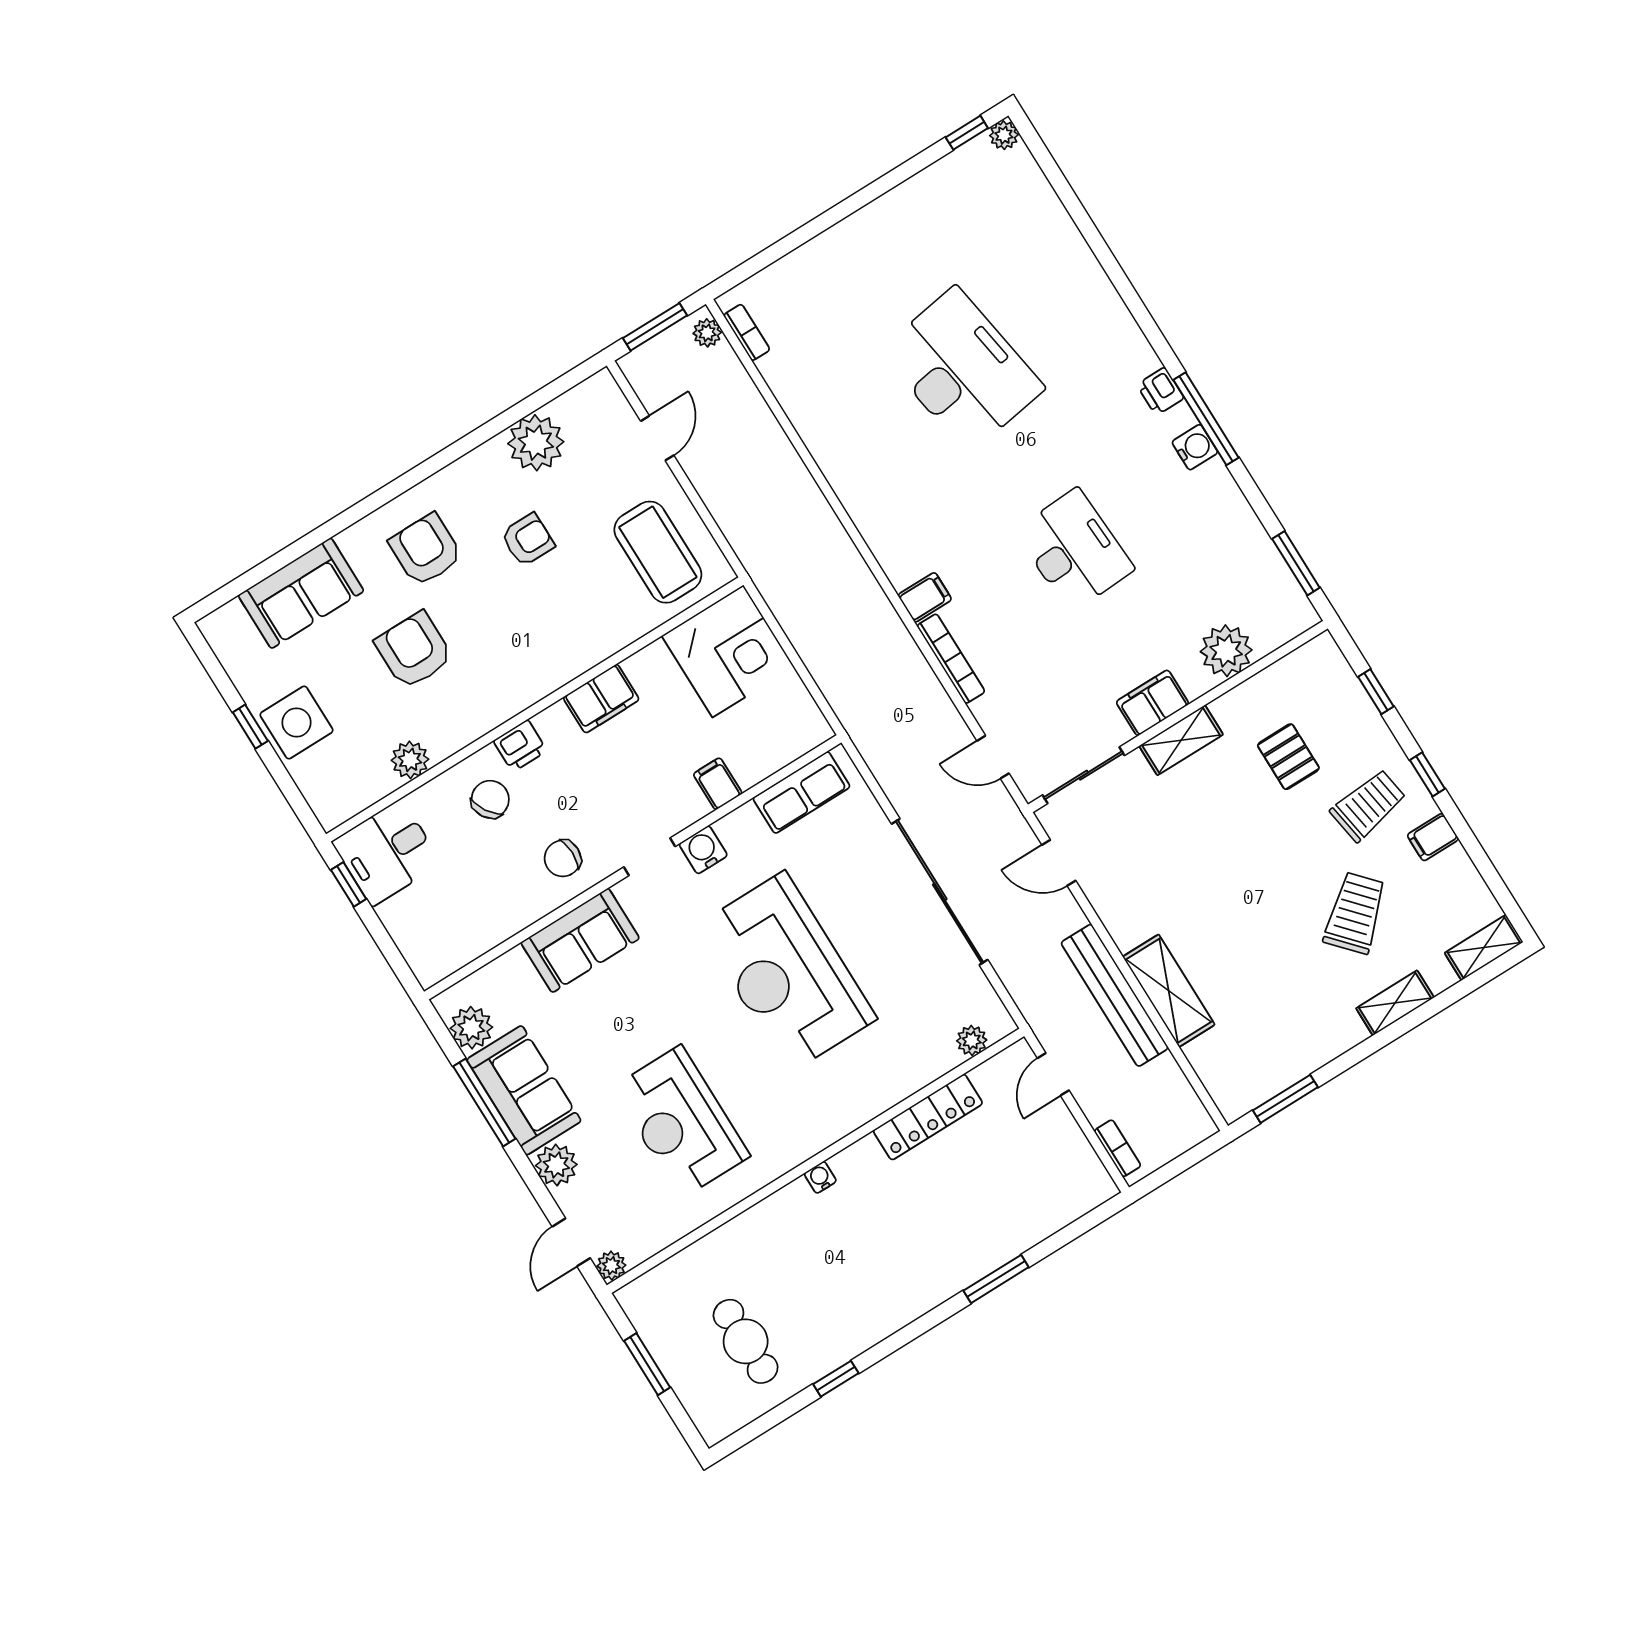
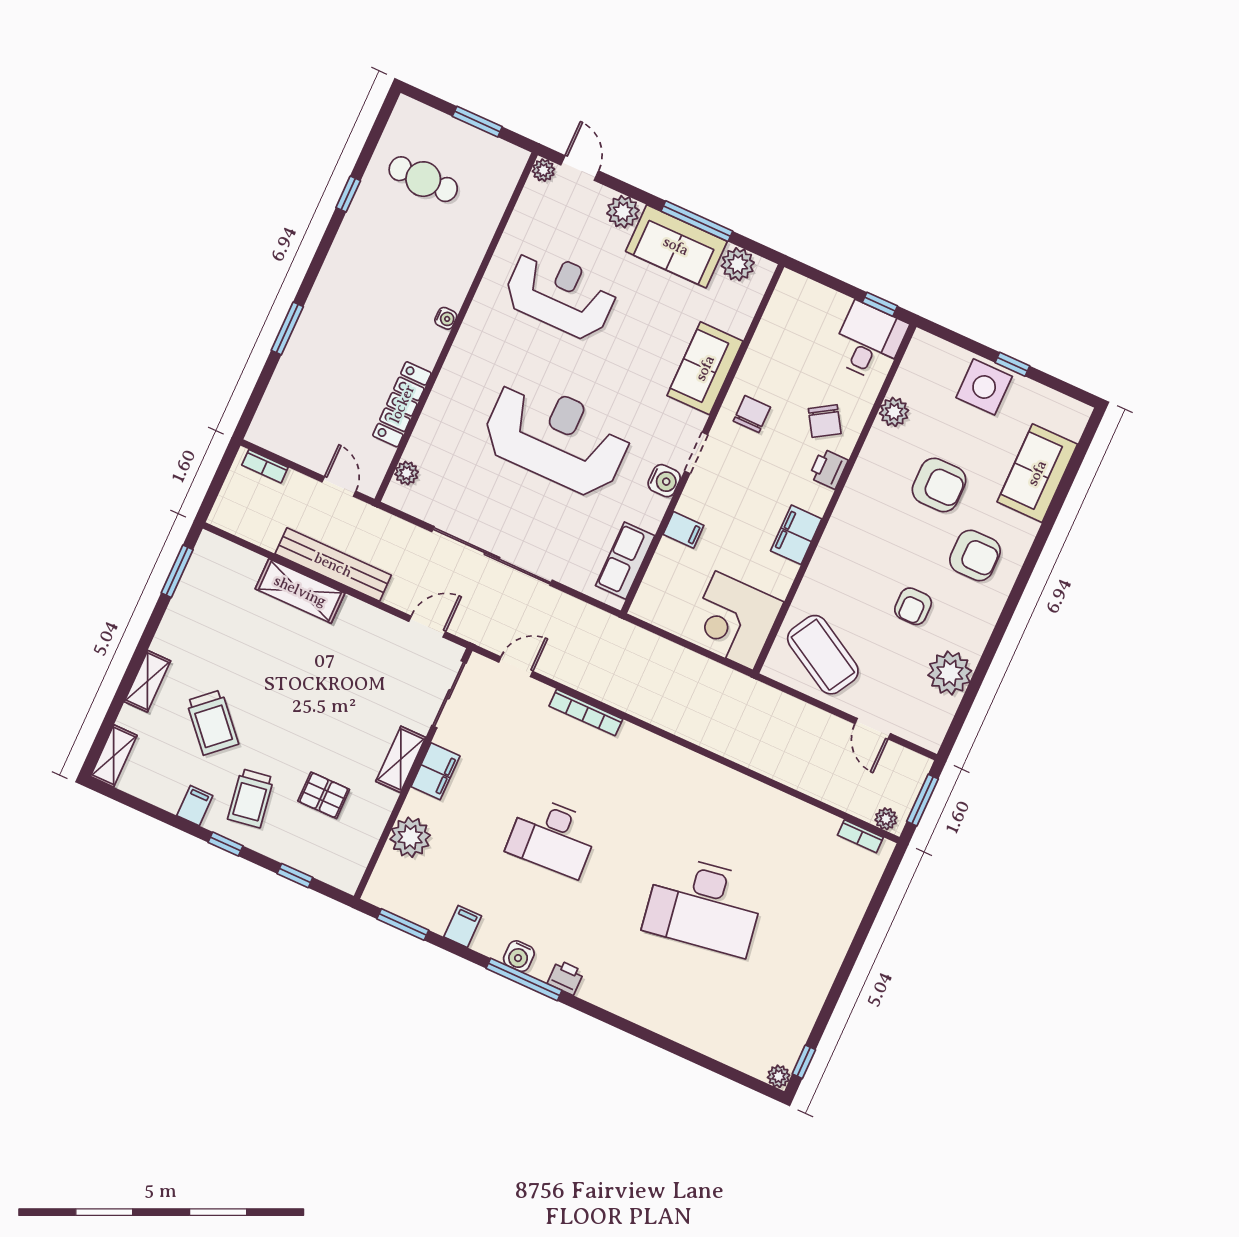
coffee table: (658, 552) -> (823, 655), turned 30
filing cabinet: (925, 597) -> (463, 926), moved, turned 180

